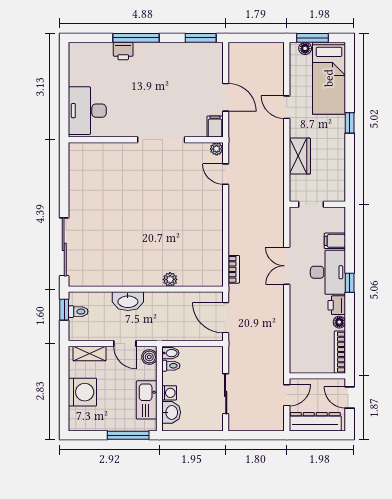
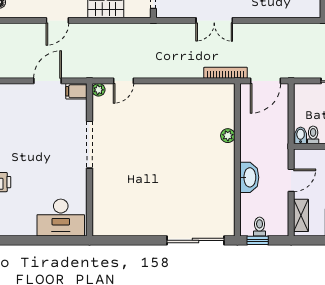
bookcase: (234, 269) -> (226, 73), width x1.56
boiler: (149, 357) -> (304, 156), removed

